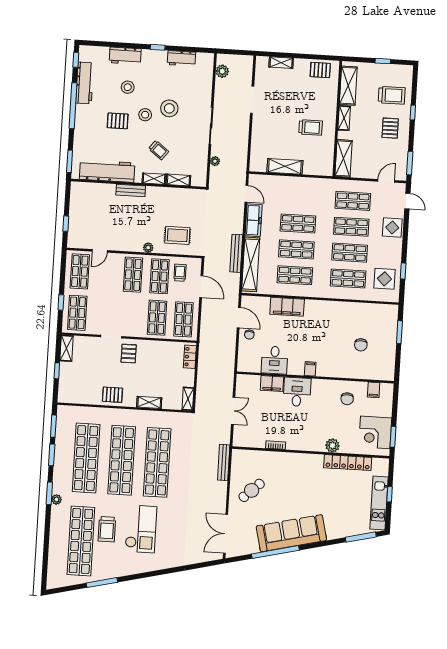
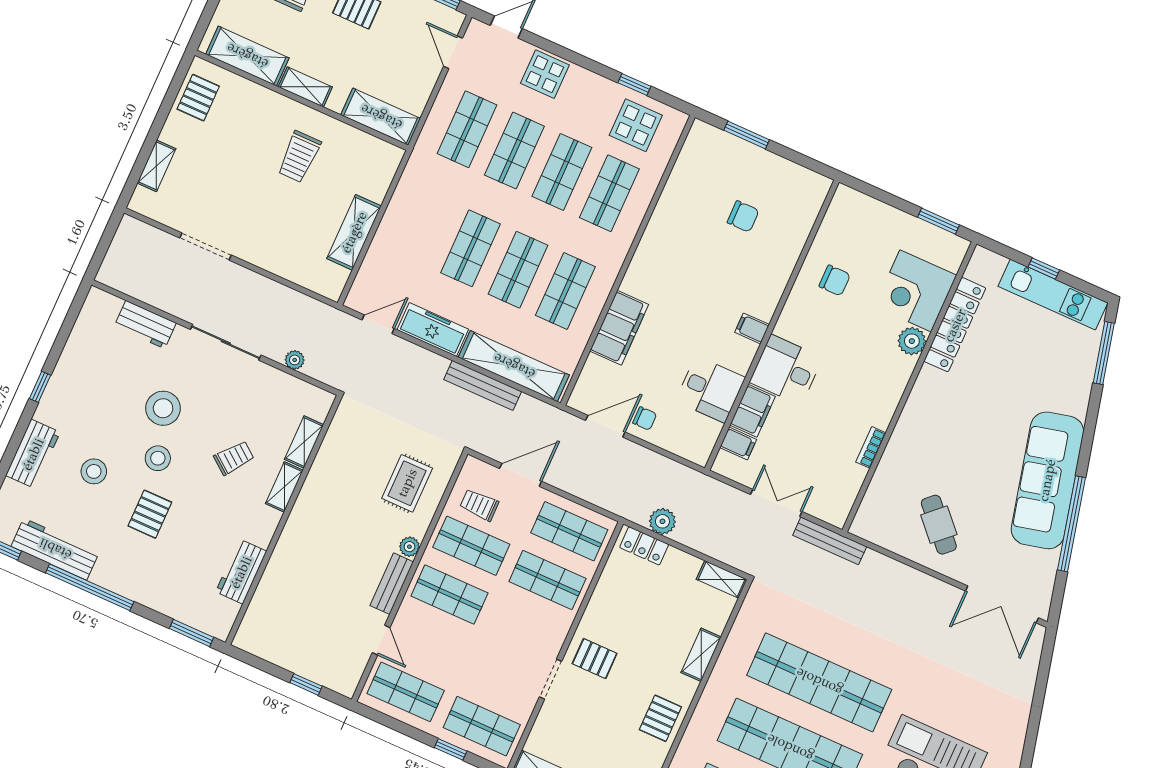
workbench: (182, 58) -> (145, 325), moved, turned 90
plant: (222, 71) -> (662, 521), moved
trolley: (311, 127) -> (299, 157), turned 180
workbench: (107, 171) -> (241, 572), width x0.53, depth x0.76
bench: (131, 190) -> (392, 584), moved
filing cabinet: (374, 390) -> (738, 444), moved
corner desk: (375, 432) -> (916, 291), moved, turned 90
bench: (224, 462) -> (830, 541), moved

